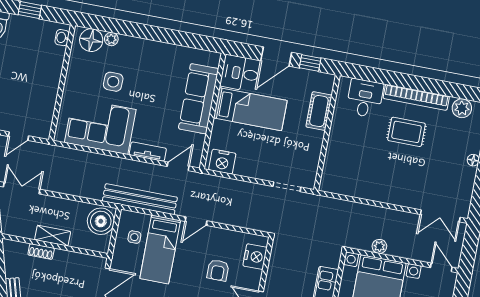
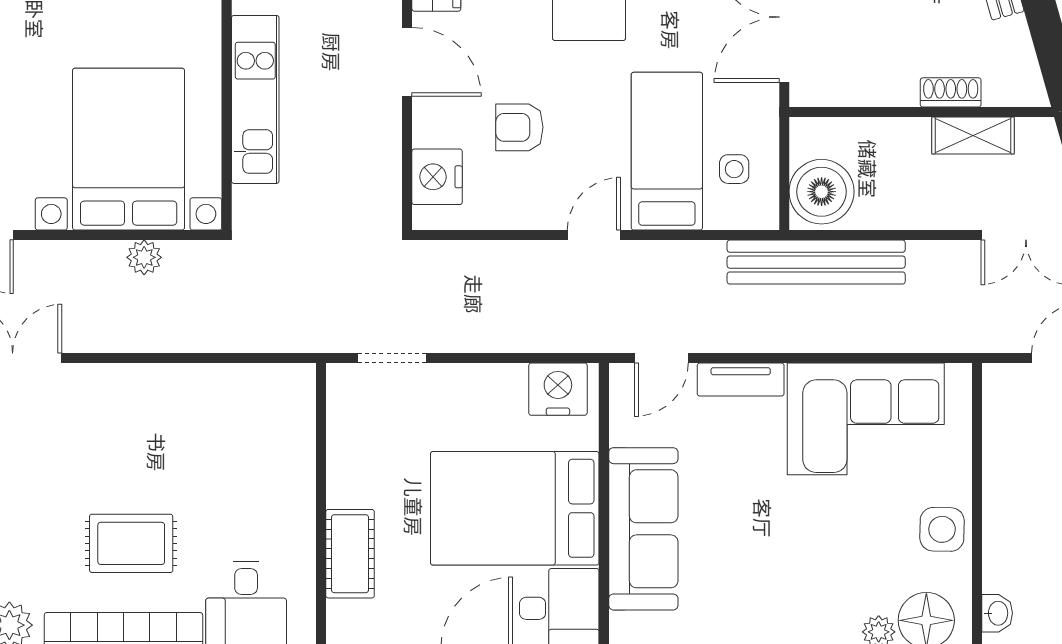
side table: (113, 82) -> (942, 529), moved
bed: (250, 109) -> (515, 508), width x1.50
bench: (140, 199) -> (816, 262), moved
shelving: (53, 236) -> (973, 136), moved
armchair: (218, 270) -> (519, 127), turned -90

